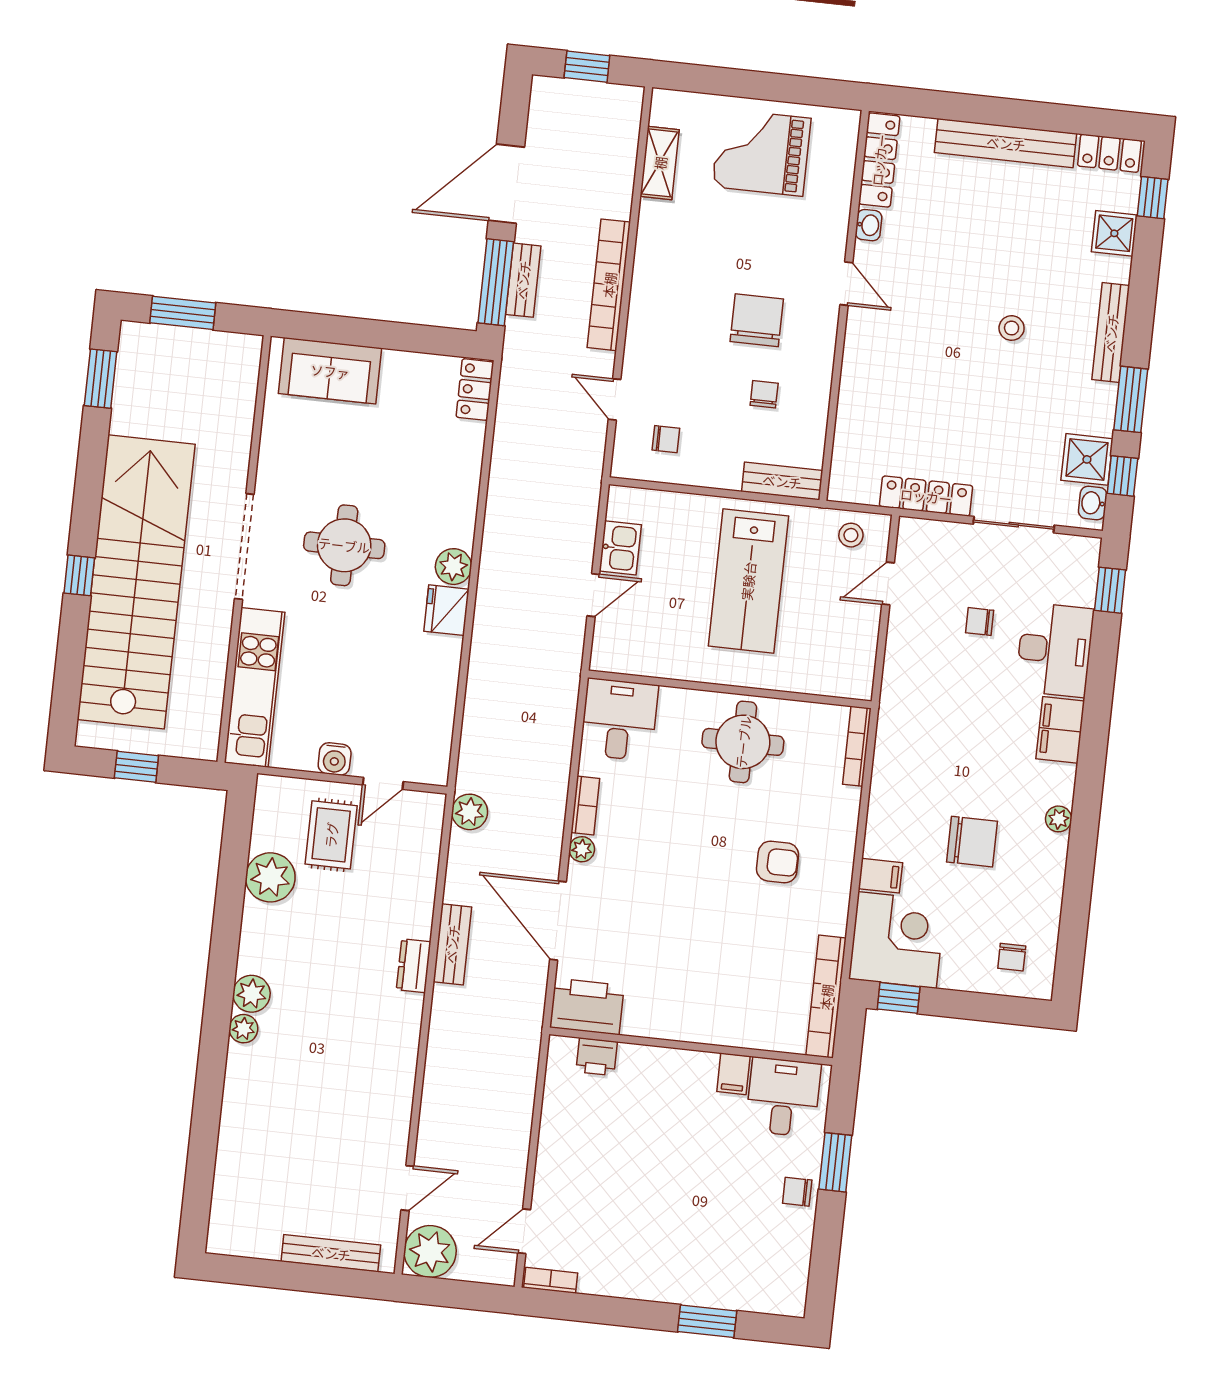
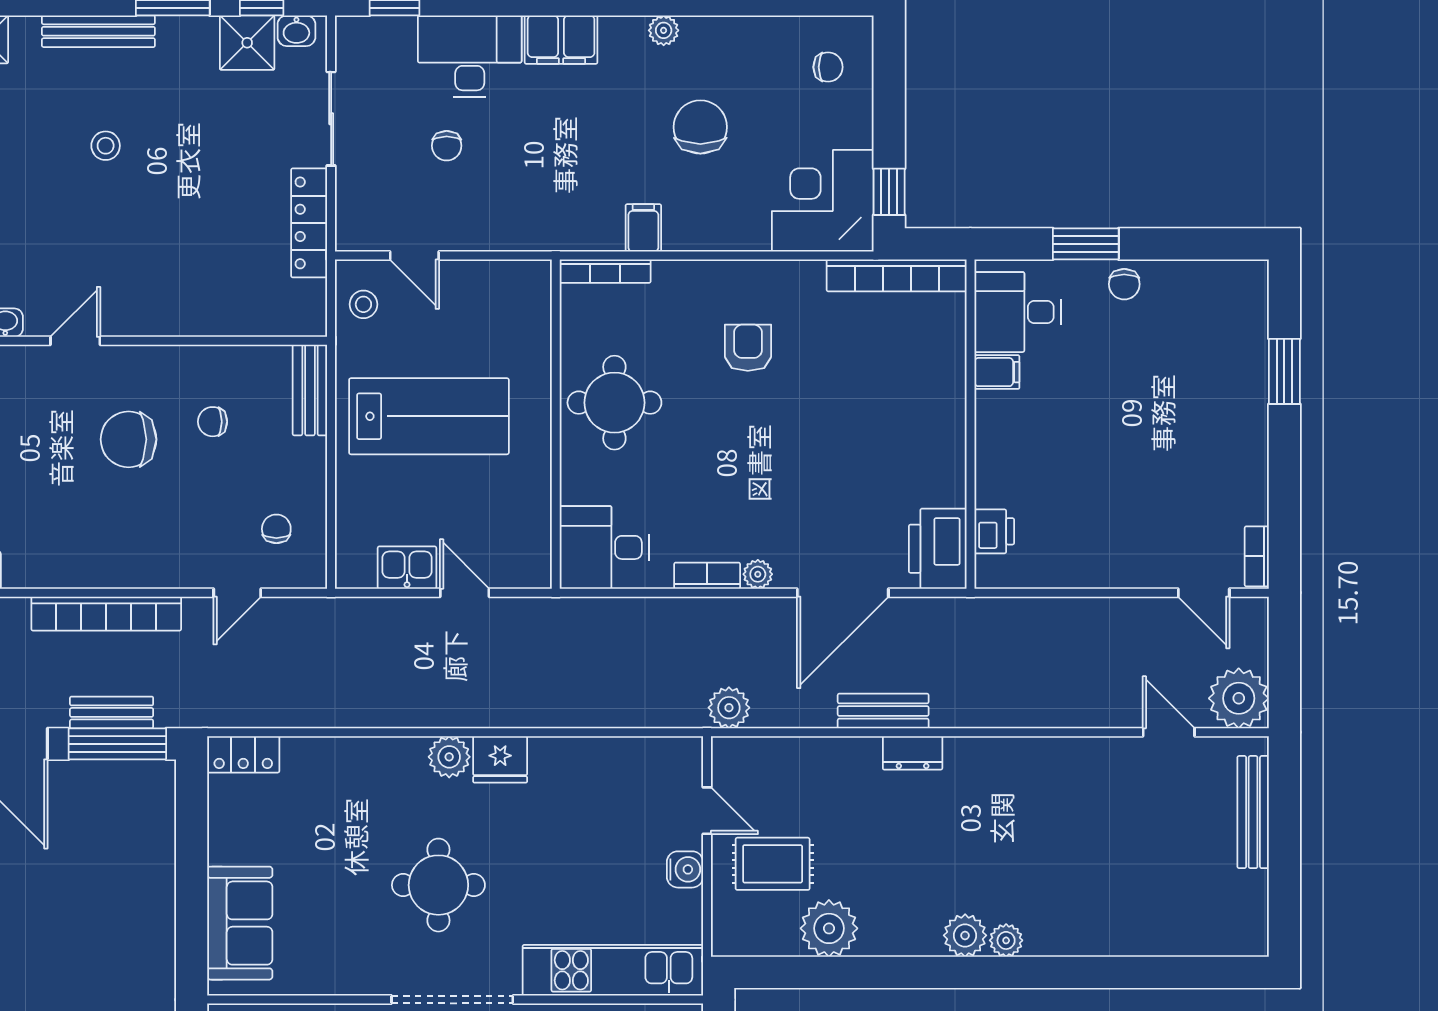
filing cabinet: (880, 876) -> (643, 228), moved

